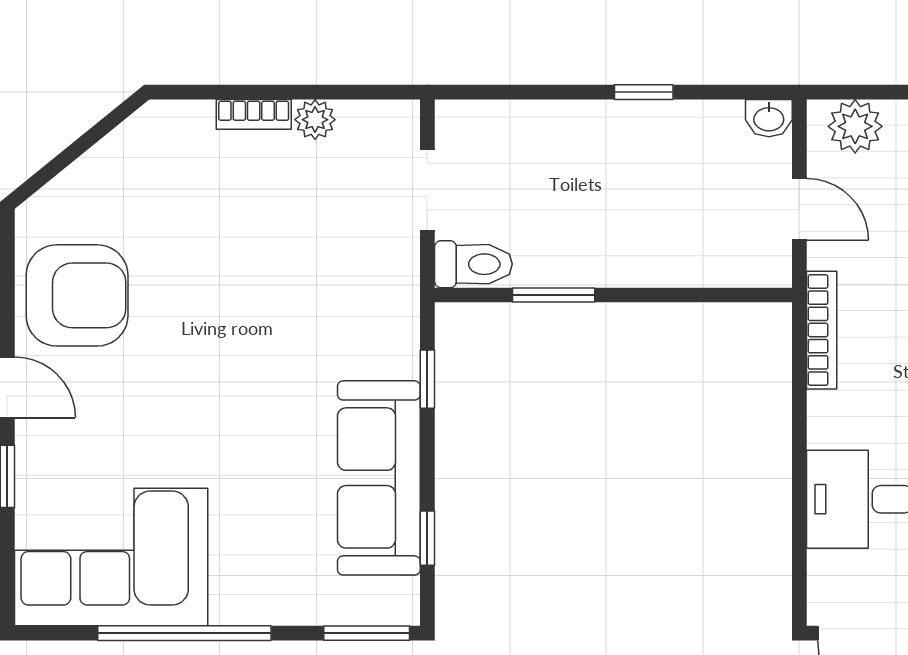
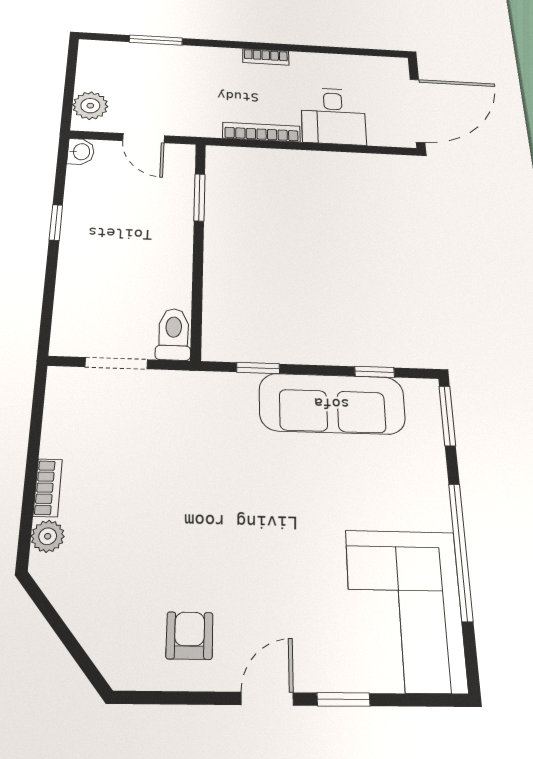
plant: (315, 120) -> (48, 536), moved
door: (799, 209) -> (144, 138), swing flipped
armchair: (77, 295) -> (189, 636), width x0.53, depth x0.53
window: (554, 295) -> (199, 197), moved
bookcase: (822, 330) -> (262, 132), moved

